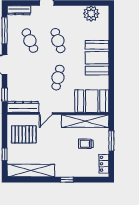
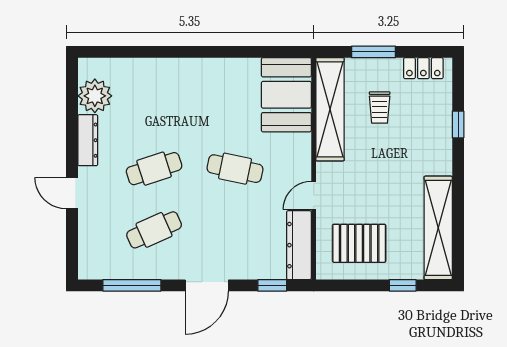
dresser: (19, 10) -> (88, 140), moved
booth: (97, 58) -> (191, 83), removed
door: (46, 114) -> (314, 195), swing flipped
pallet: (24, 134) -> (359, 243), turned 90
window: (67, 180) -> (458, 124), moved

